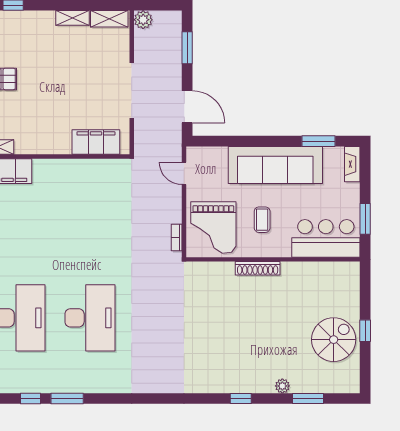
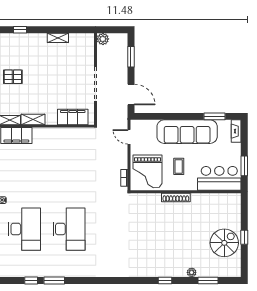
shelving: (109, 19) -> (33, 119), moved

